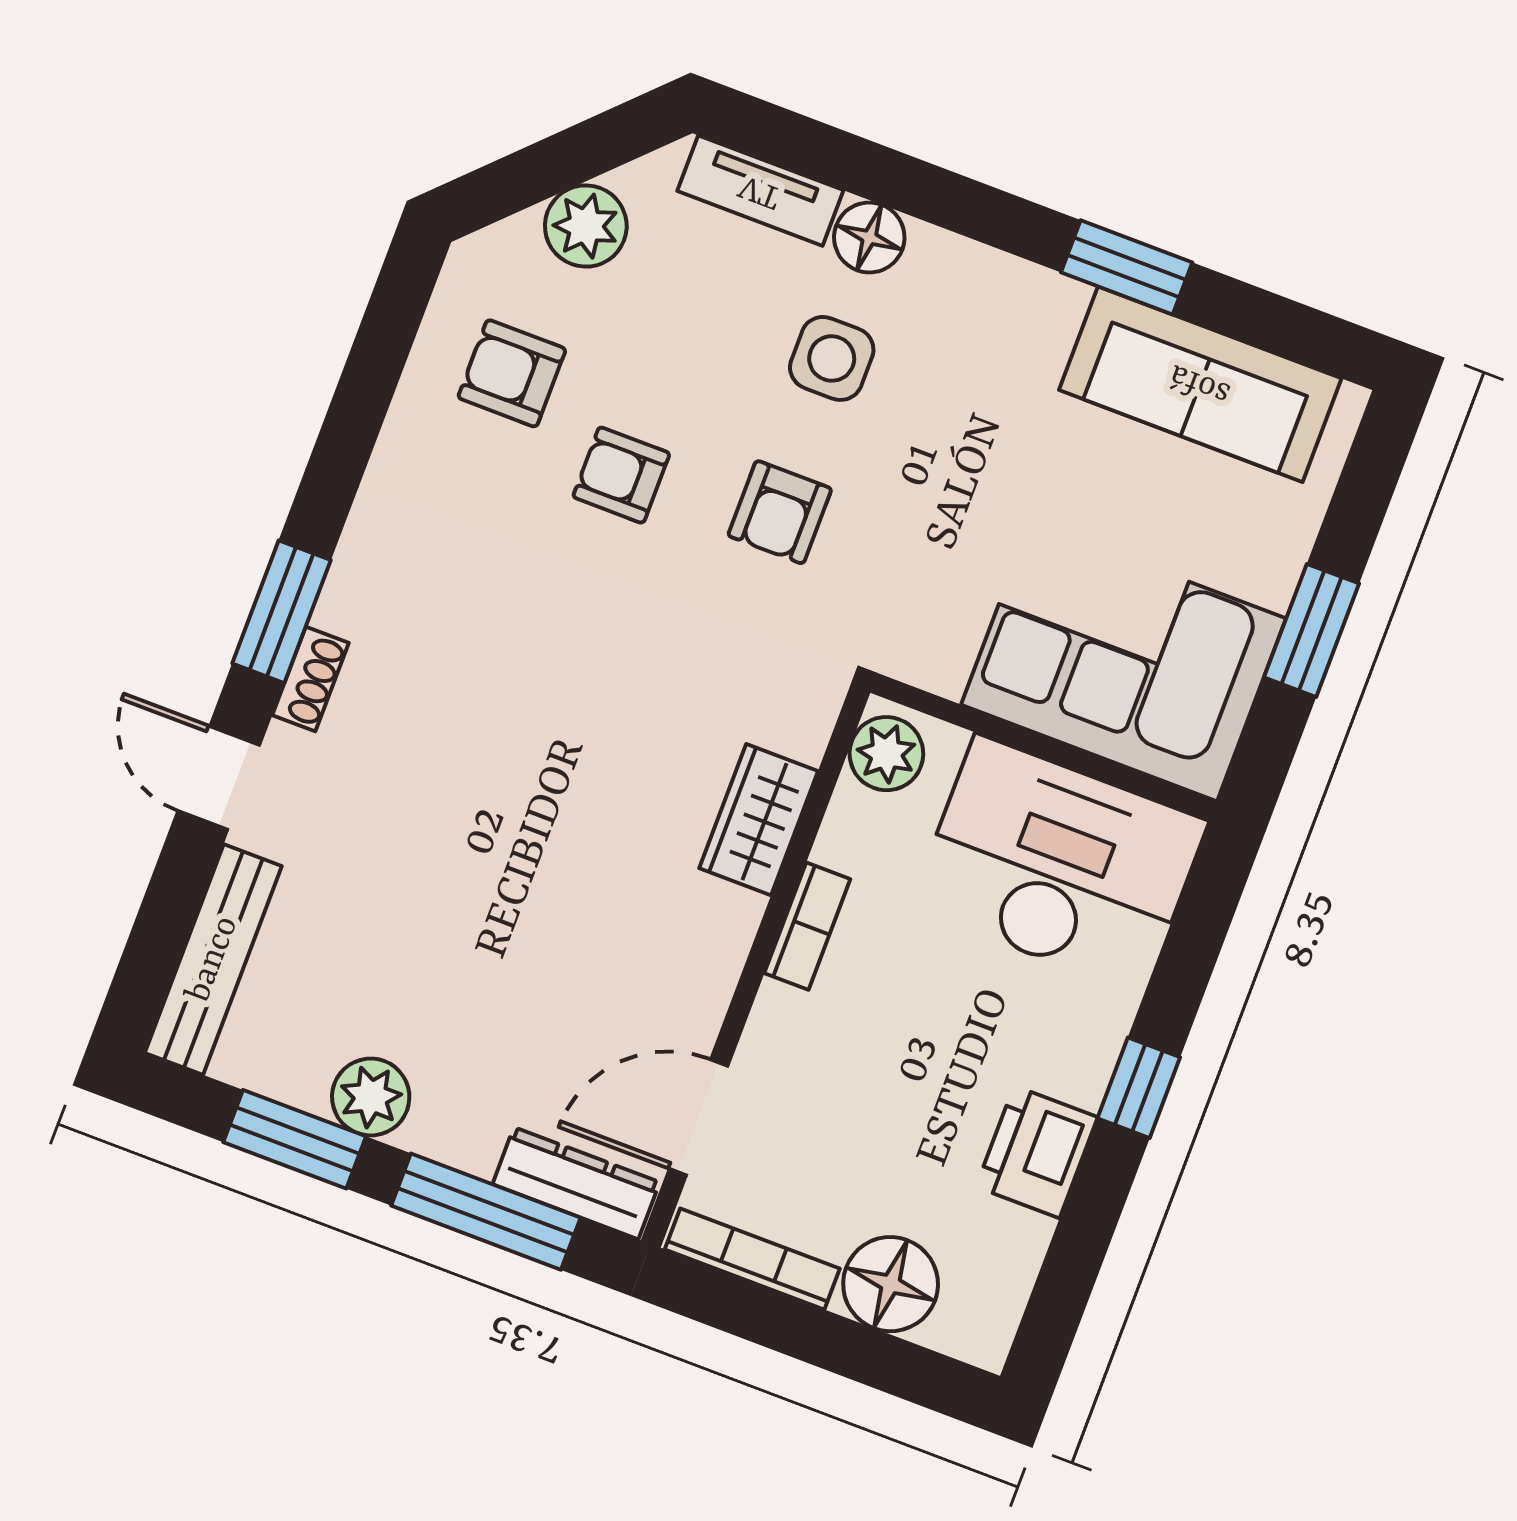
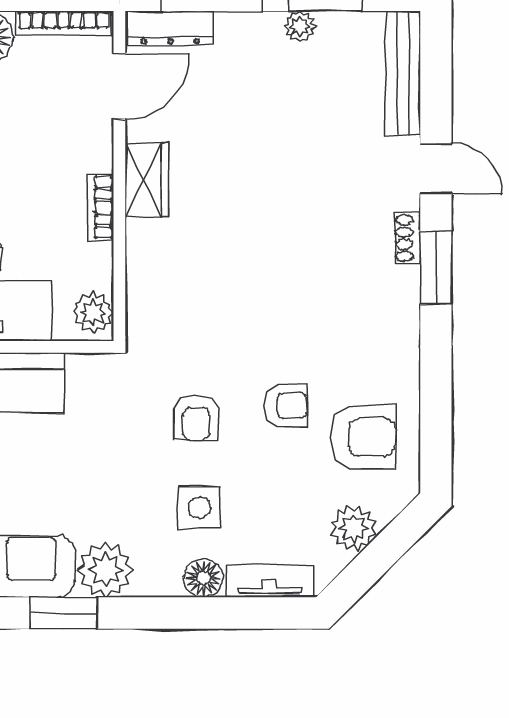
plant: (1029, 313) -> (105, 570), added
armchair: (512, 373) -> (363, 437), width x1.38, depth x1.38
armchair: (780, 512) -> (196, 417), turned 180
wardrobe: (759, 820) -> (147, 180), moved
plant: (371, 1097) -> (300, 27), width x0.73, depth x0.73

